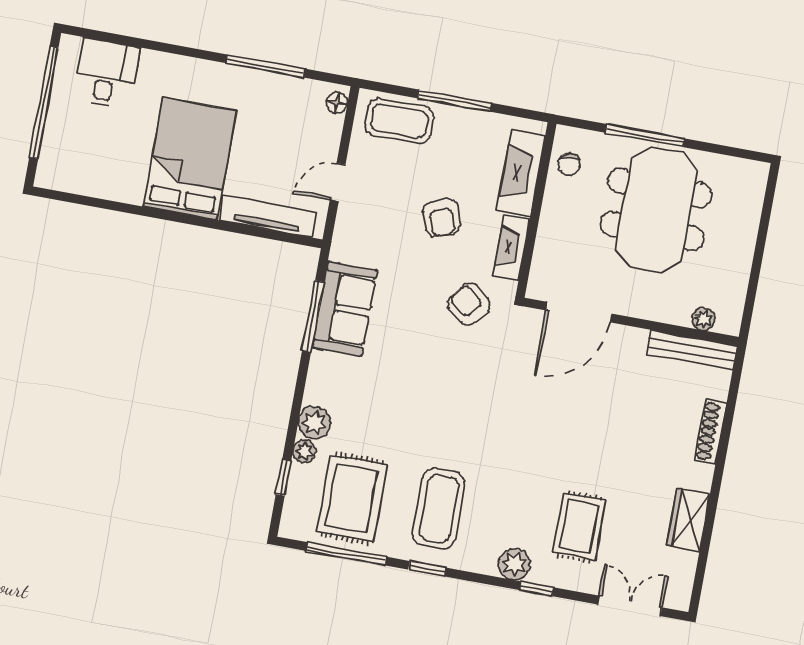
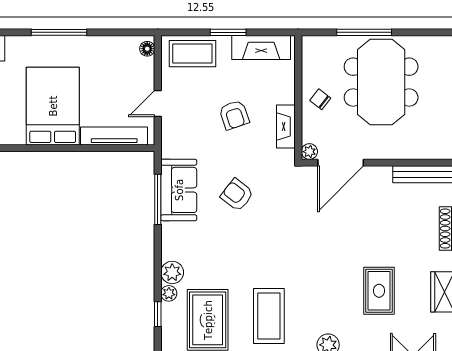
window: (265, 66) -> (59, 32), moved
window: (455, 101) -> (228, 32), width x0.69
chair: (569, 164) -> (320, 99), moved, turned 134
fireplace: (521, 173) -> (261, 48), moved, turned -90
armchair: (469, 304) -> (237, 195), moved
plant: (704, 319) -> (309, 152), moved
rug: (579, 527) -> (379, 291), moved

